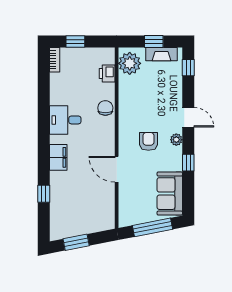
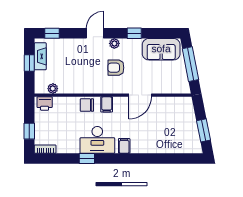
plant: (130, 63) -> (53, 89), width x0.53, depth x0.53
printer: (107, 74) -> (45, 104), moved
desk: (65, 120) -> (97, 140), width x1.37
filing cabinet: (106, 131) -> (107, 104), added
filing cabinet: (58, 157) -> (124, 146), width x0.50
window: (44, 194) -> (87, 158), moved

